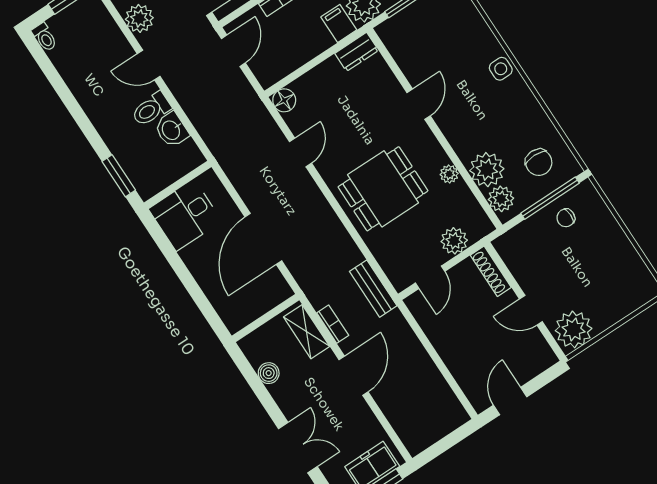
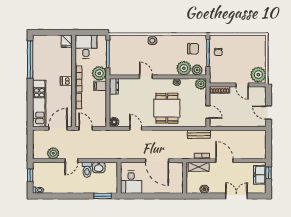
plant: (454, 241) -> (201, 84), moved
door: (531, 310) -> (242, 85), hinge flipped

